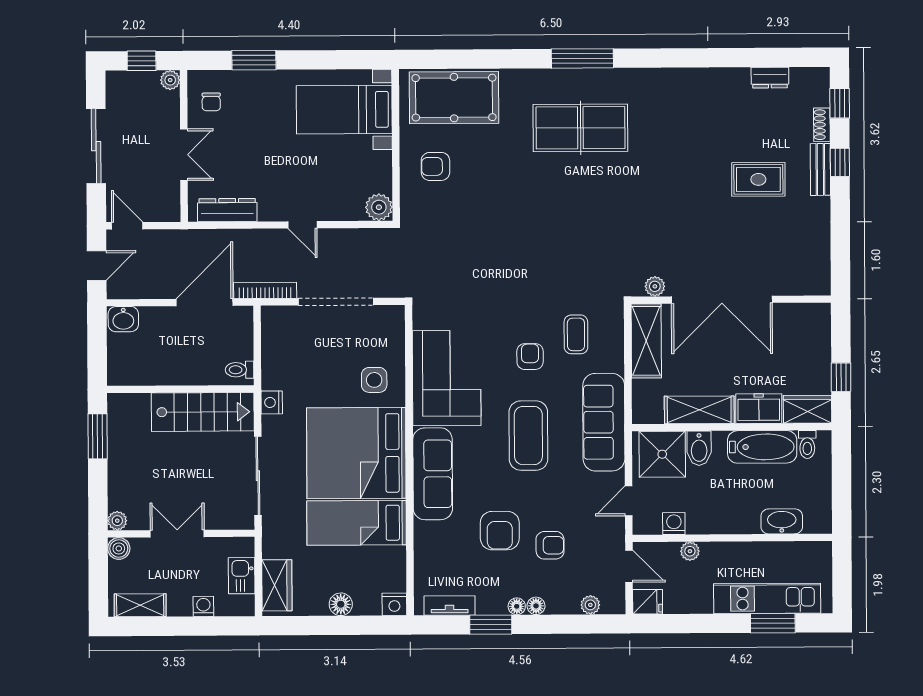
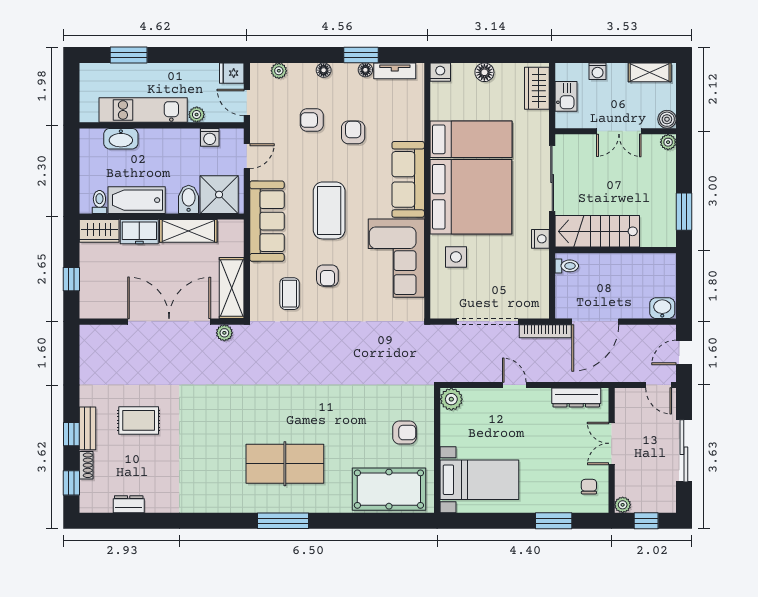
window: (841, 377) -> (71, 279), moved
armchair: (500, 531) -> (353, 132), width x0.72, depth x0.72
kitchen unit: (767, 598) -> (143, 110), moved, turned 180
floor lamp: (517, 606) -> (365, 70), moved

